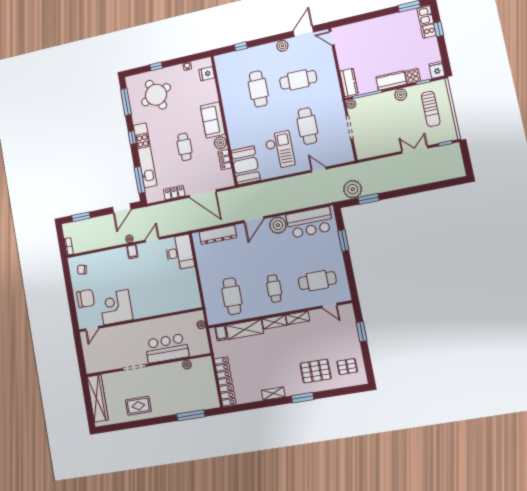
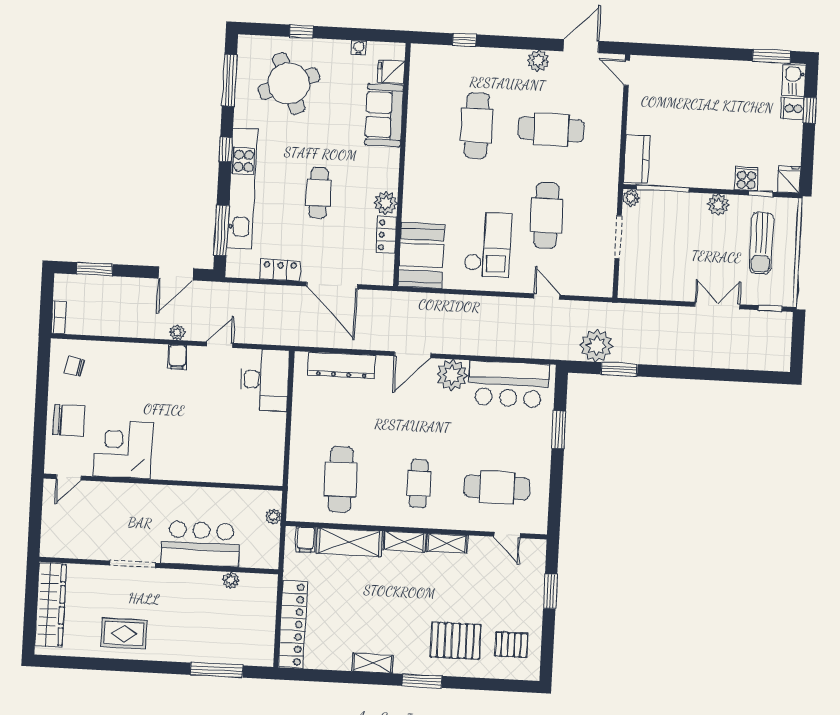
kitchen counter: (391, 81) -> (709, 176), removed
sofa: (213, 120) -> (384, 115), moved

